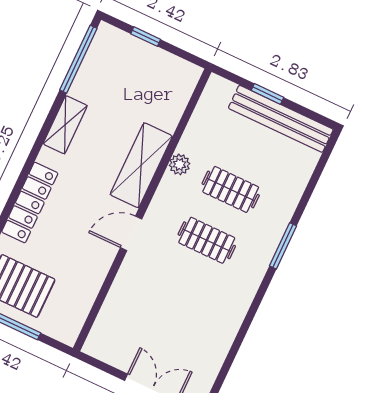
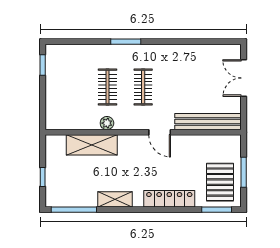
window: (267, 94) -> (43, 65), moved
bench: (281, 119) -> (208, 122), moved, turned 90
shelving: (141, 165) -> (92, 145), moved

